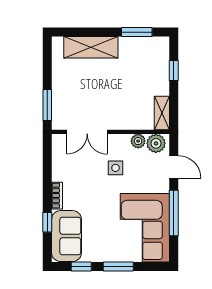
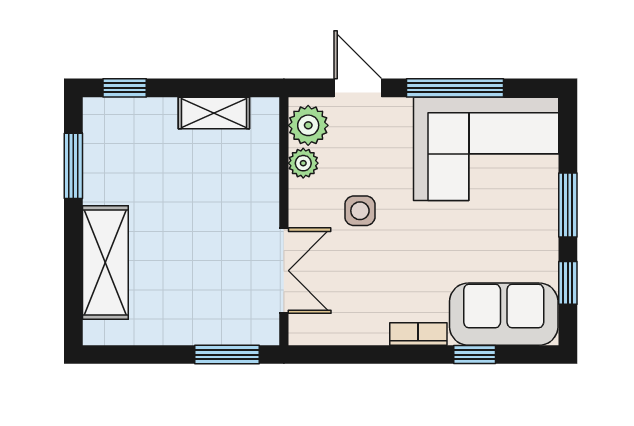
window: (174, 71) -> (125, 88), moved
shelving: (162, 113) -> (214, 113), moved
door: (174, 167) -> (358, 88), hinge flipped

